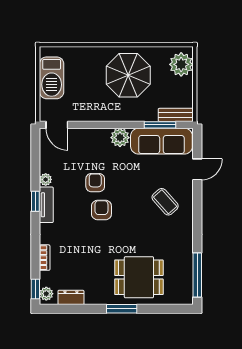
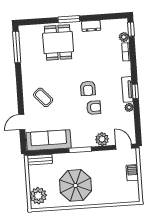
barbecue: (52, 78) -> (132, 173), width x0.53, depth x0.65
window: (160, 125) -> (80, 150), moved
plant: (120, 138) -> (102, 139), moved
armchair: (95, 183) -> (94, 108), turned -90
dining table: (139, 277) -> (58, 42), turned 90
plant: (46, 294) -> (124, 37), moved
dresser: (71, 297) -> (91, 26), moved

